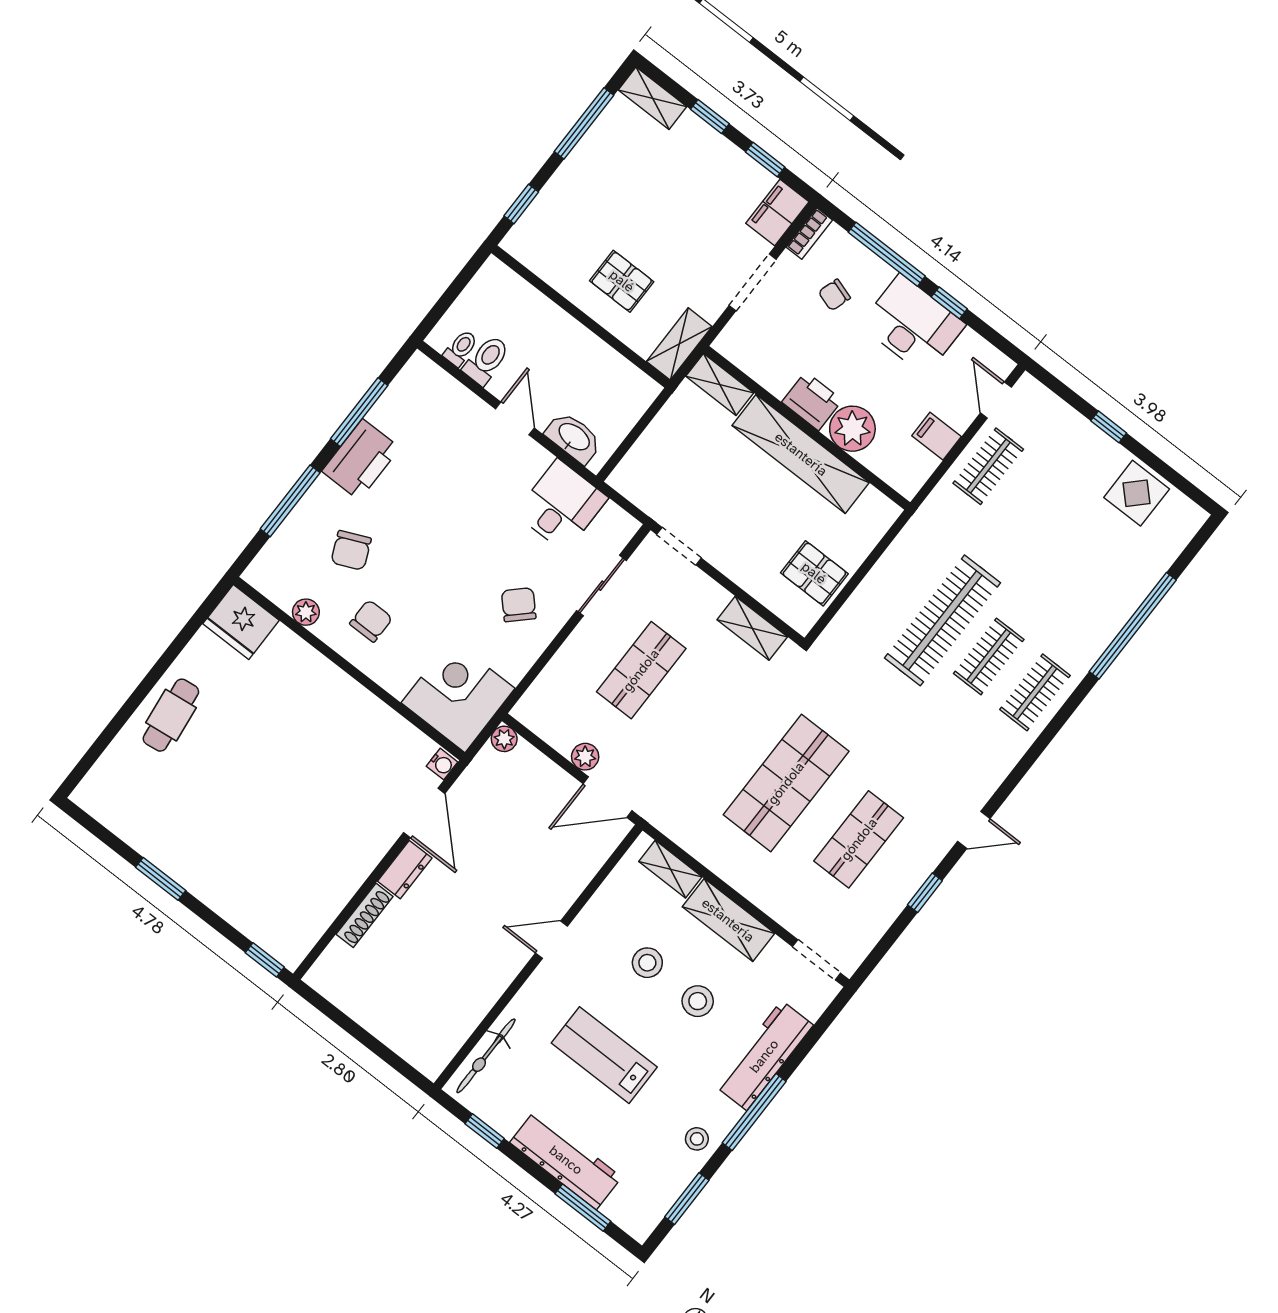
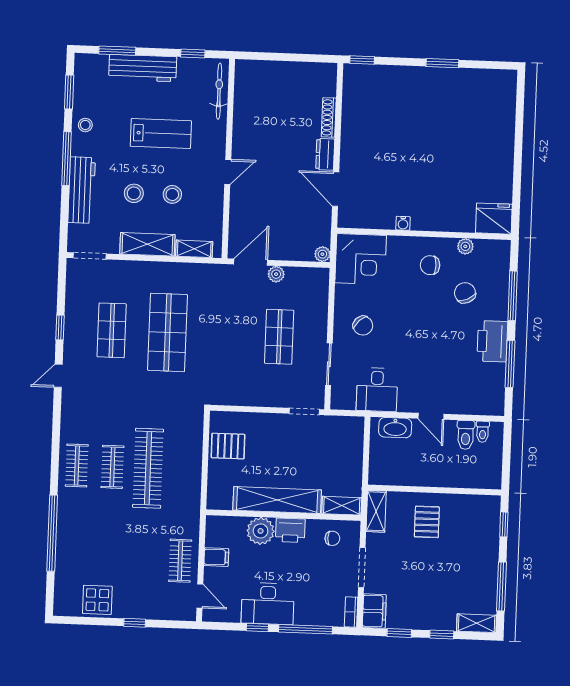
pallet: (622, 281) -> (427, 522), turned 90
chair: (834, 295) -> (332, 538), moved, turned 72
chair: (371, 621) -> (430, 265), turned 90
shelving: (752, 628) -> (239, 397), removed
cafe table: (171, 715) -> (495, 148), removed
water cooler: (442, 764) -> (403, 223), moved, turned -90

